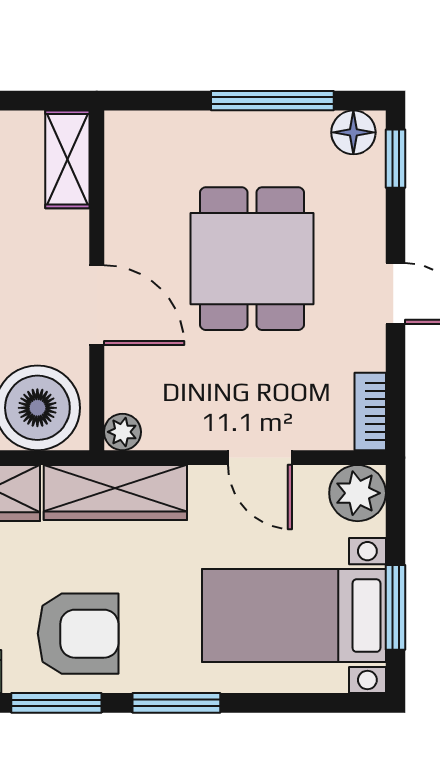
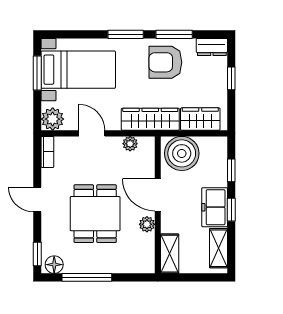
plant: (124, 232) -> (147, 224), added
plant: (122, 432) -> (130, 144), moved

